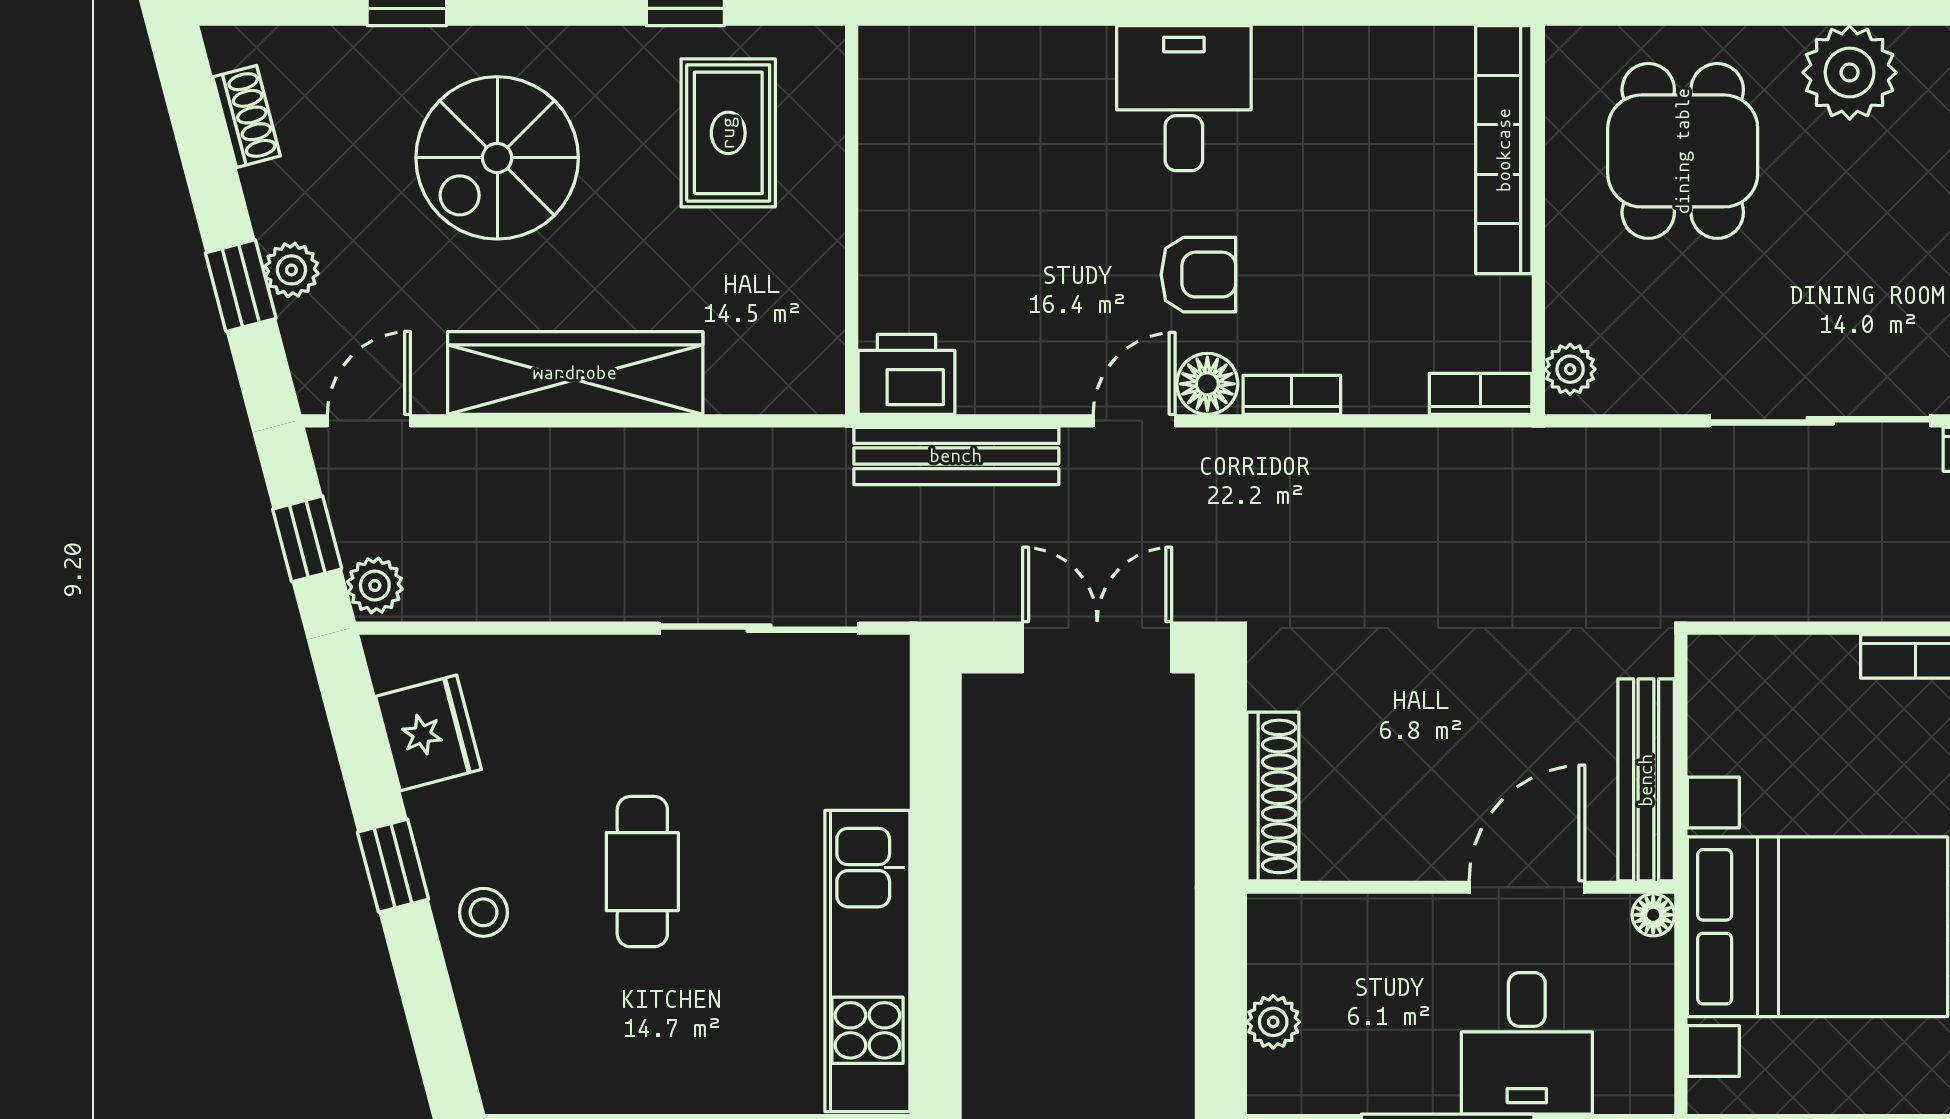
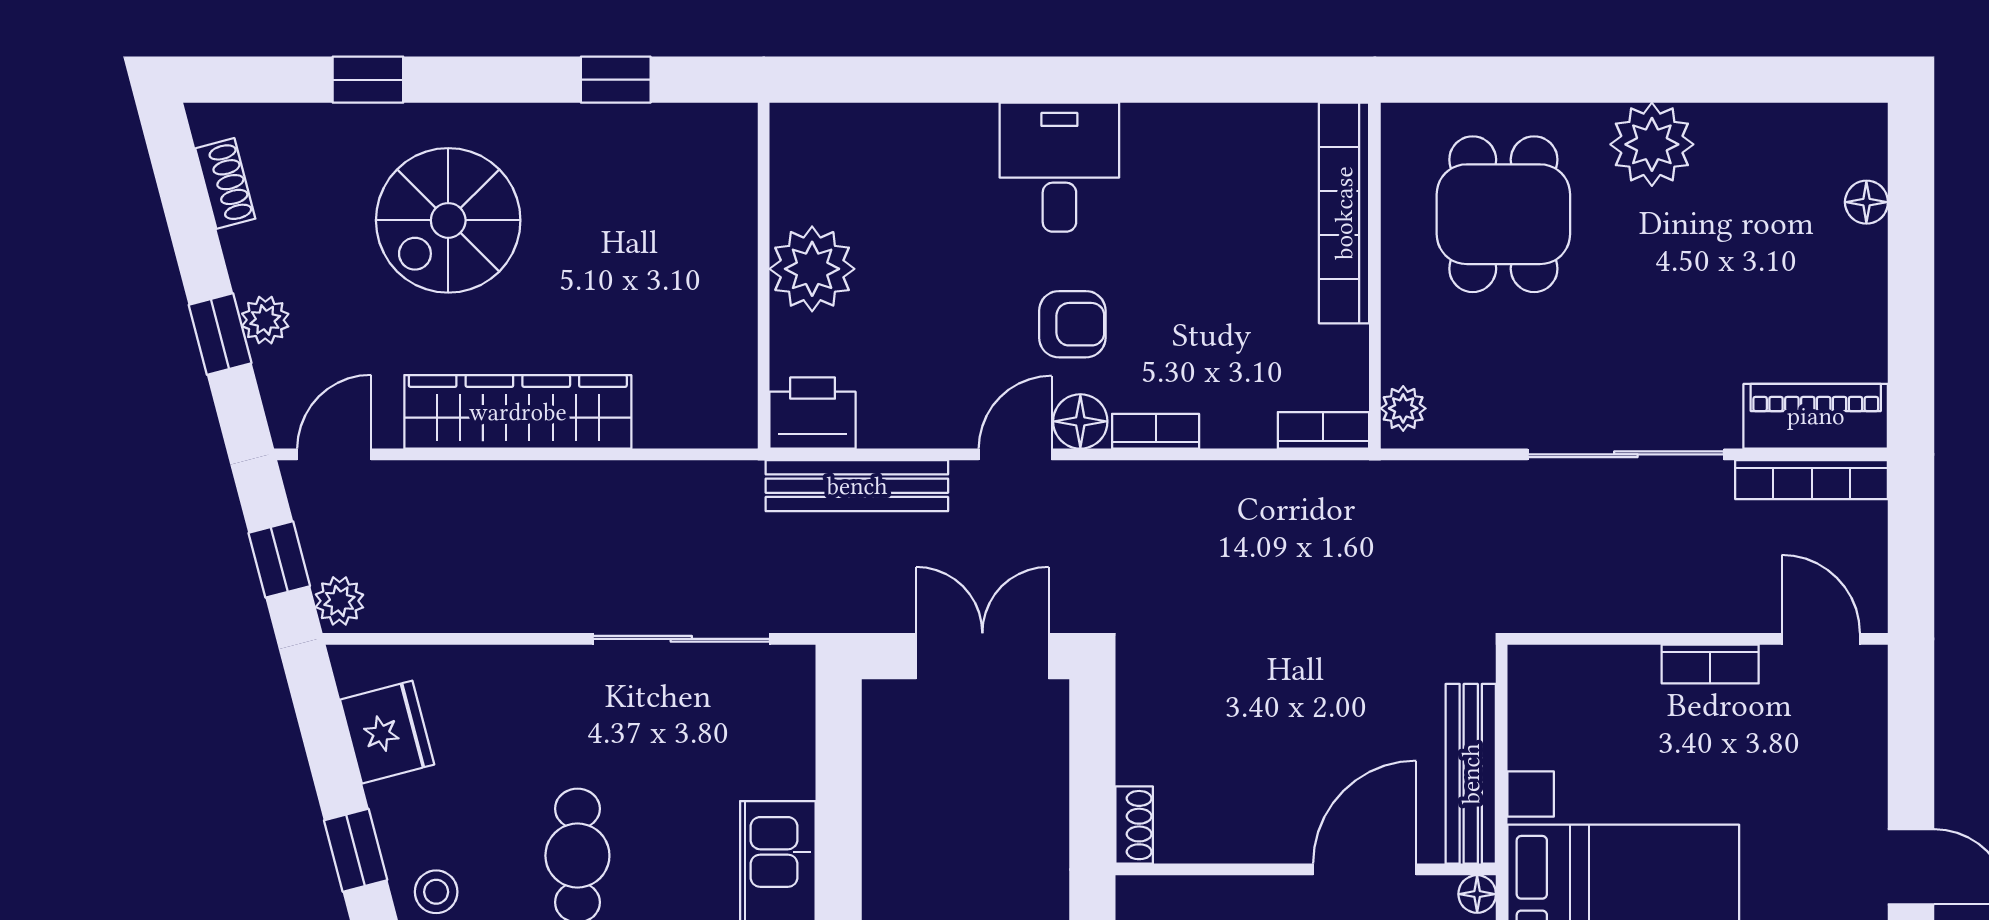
rug: (728, 133) -> (654, 198), removed
plant: (906, 212) -> (812, 269), added
shoe rack: (1273, 796) -> (1134, 825), width x0.51, depth x0.81

